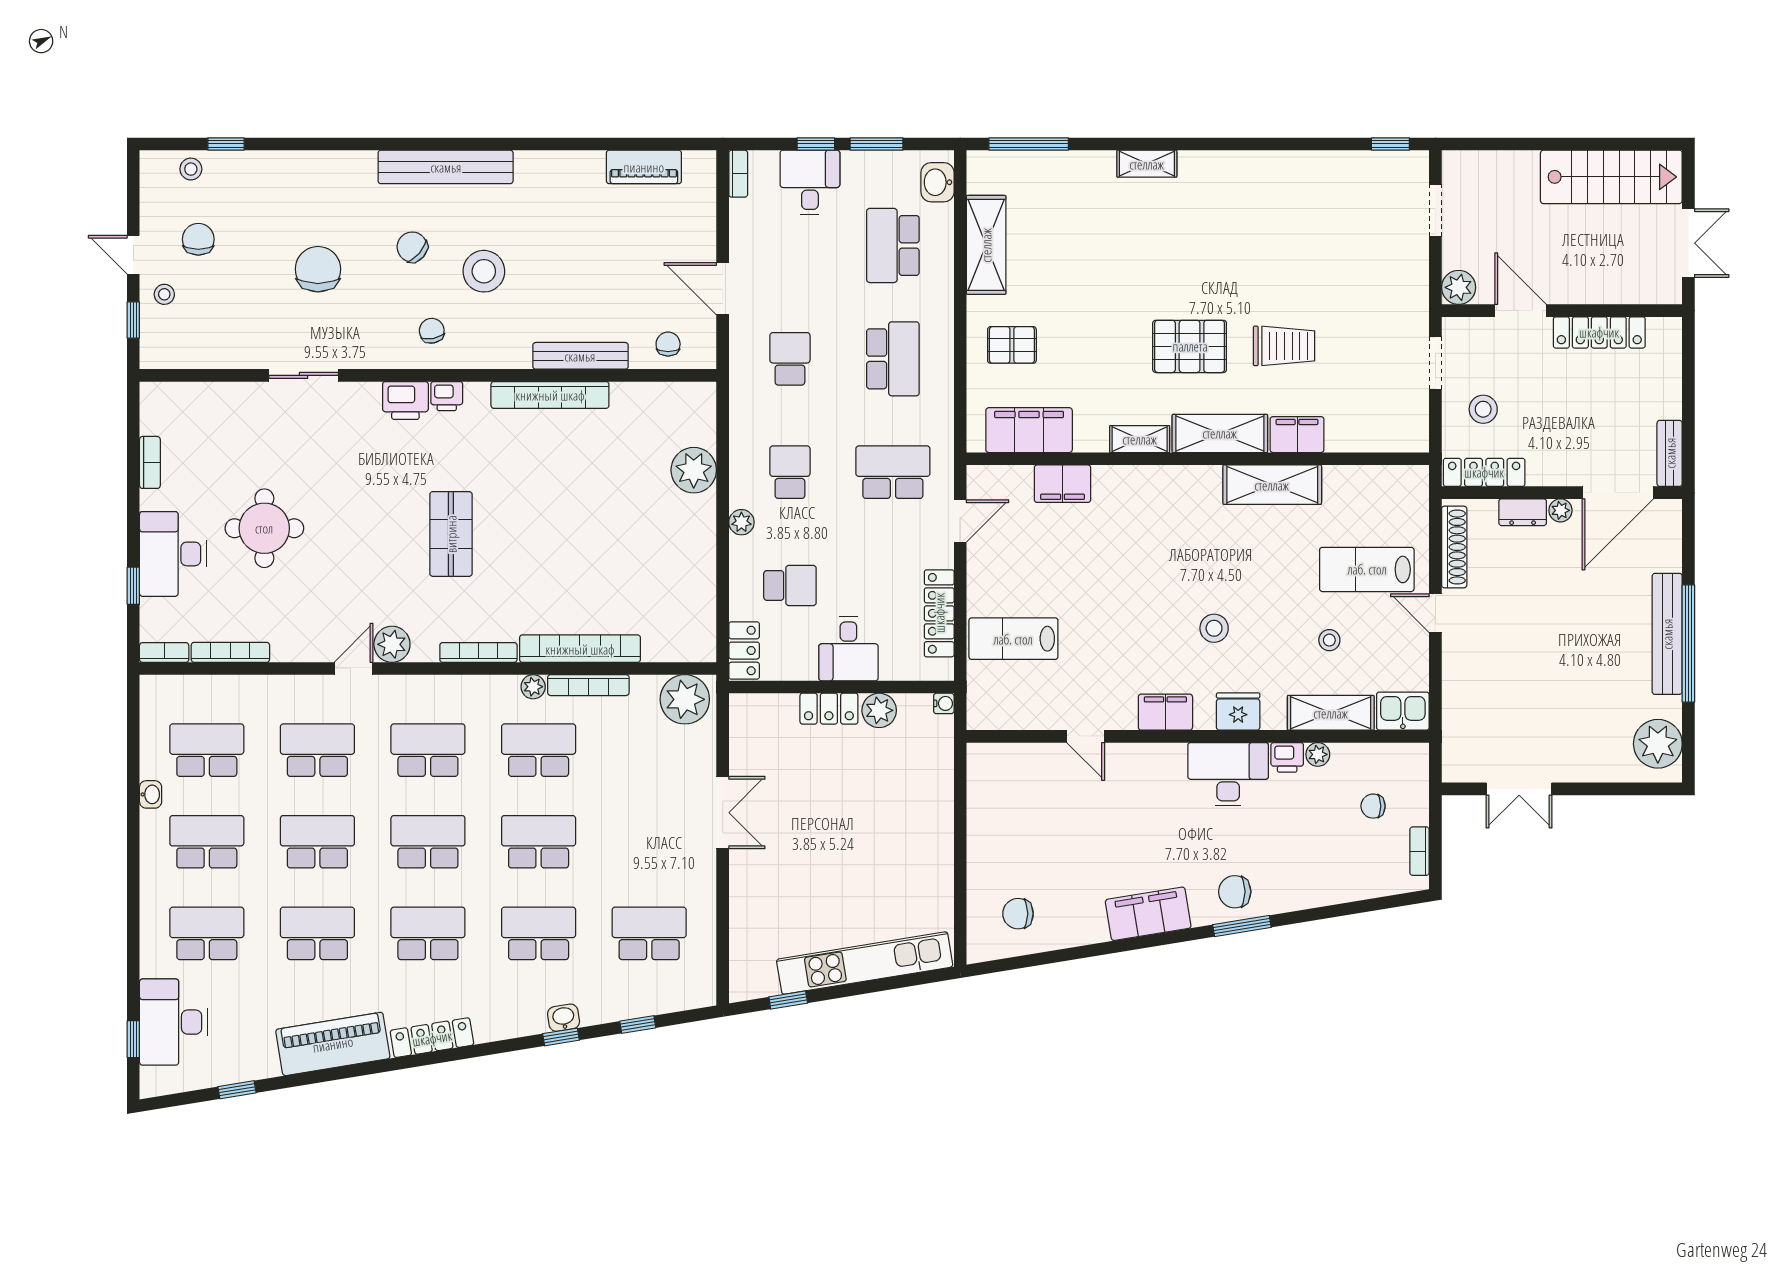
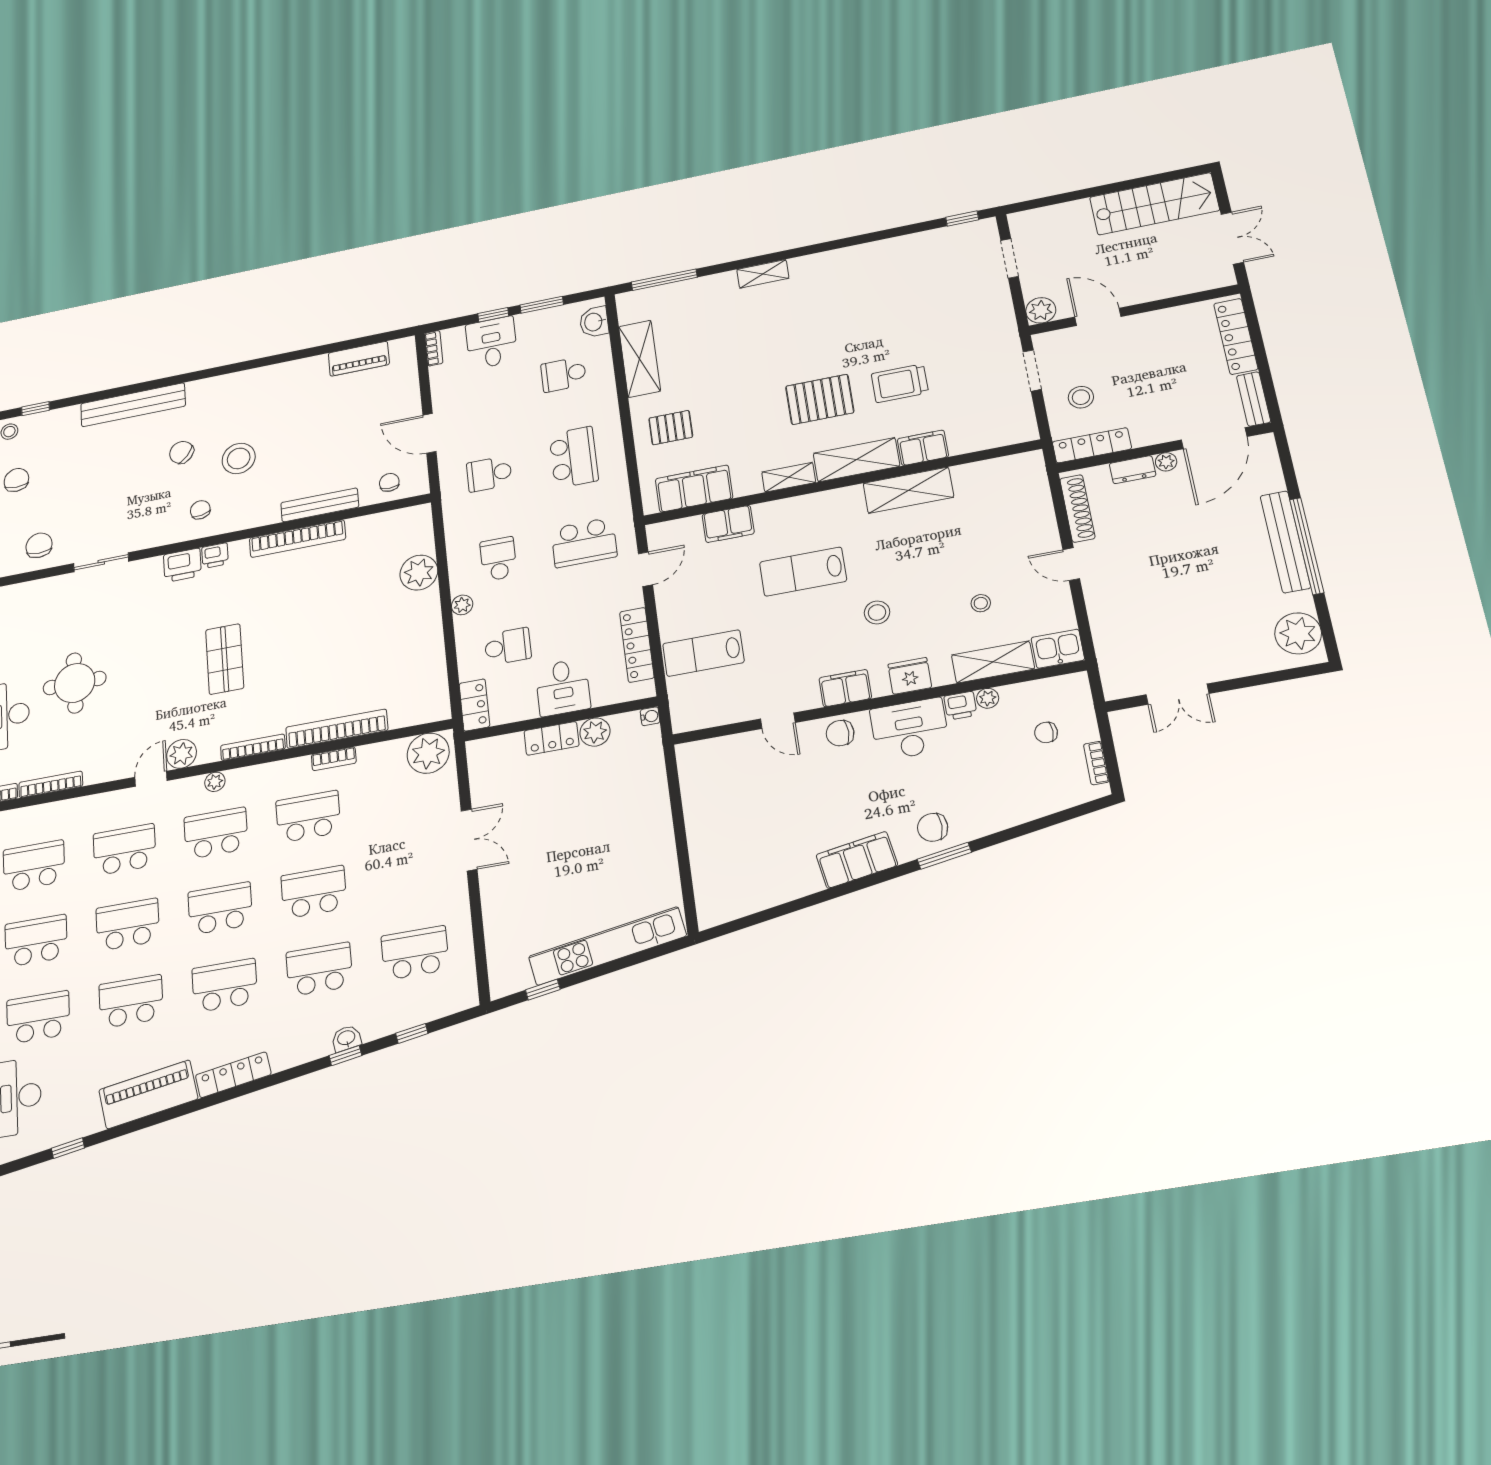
bench: (446, 167) -> (133, 405), moved
school desk: (893, 245) -> (564, 374), width x0.54
chair: (318, 269) -> (39, 545), moved, width x0.73, depth x0.73
locker: (1599, 332) -> (1236, 336), moved, turned 90
trolley: (1284, 346) -> (900, 383), turned 180
school desk: (790, 359) -> (489, 474), turned -90
school desk: (893, 472) -> (584, 542), turned 180
lab bench: (1367, 569) -> (803, 572), moved
bookcase: (588, 685) -> (334, 759), width x0.64
plant: (533, 687) -> (215, 782), moved
chair: (1018, 914) -> (840, 733), moved

